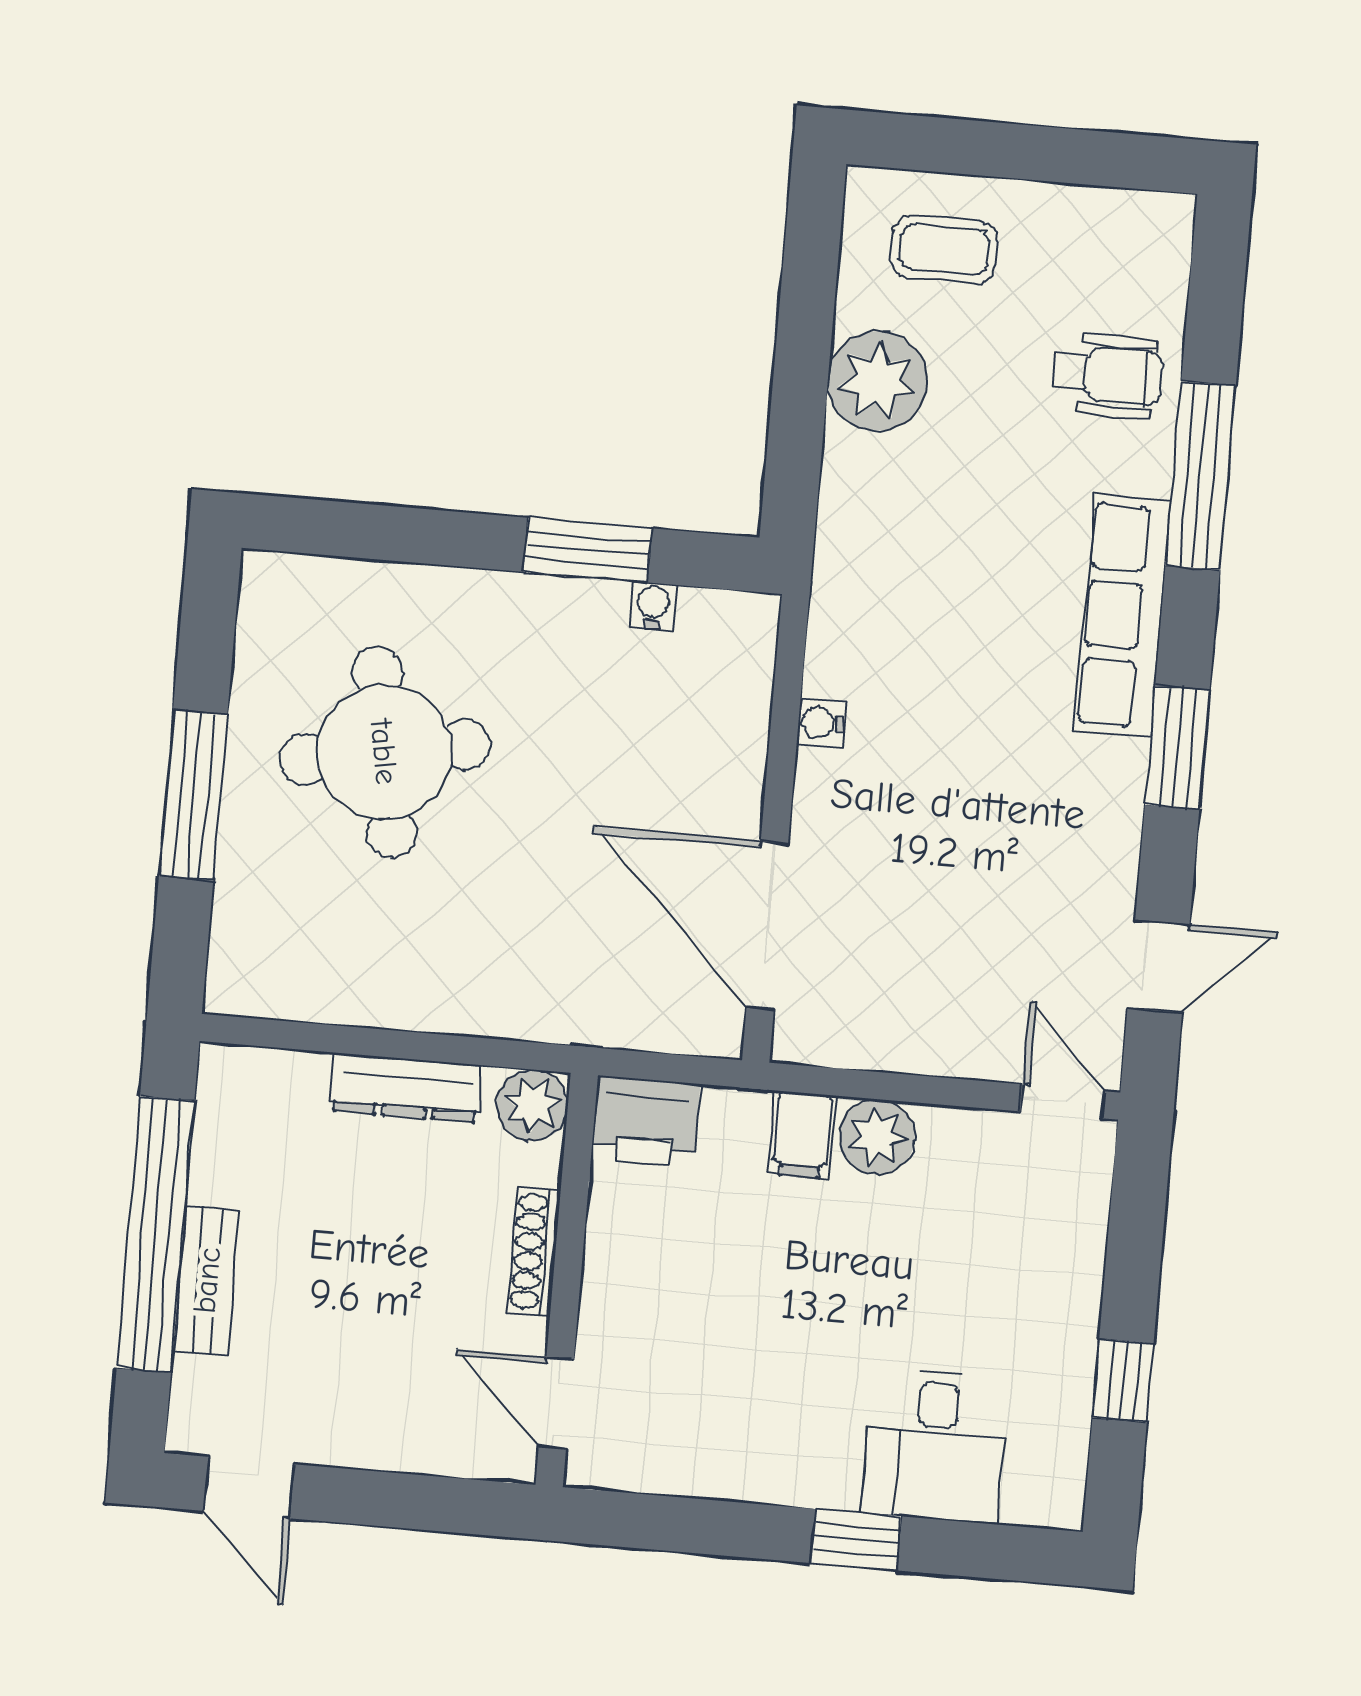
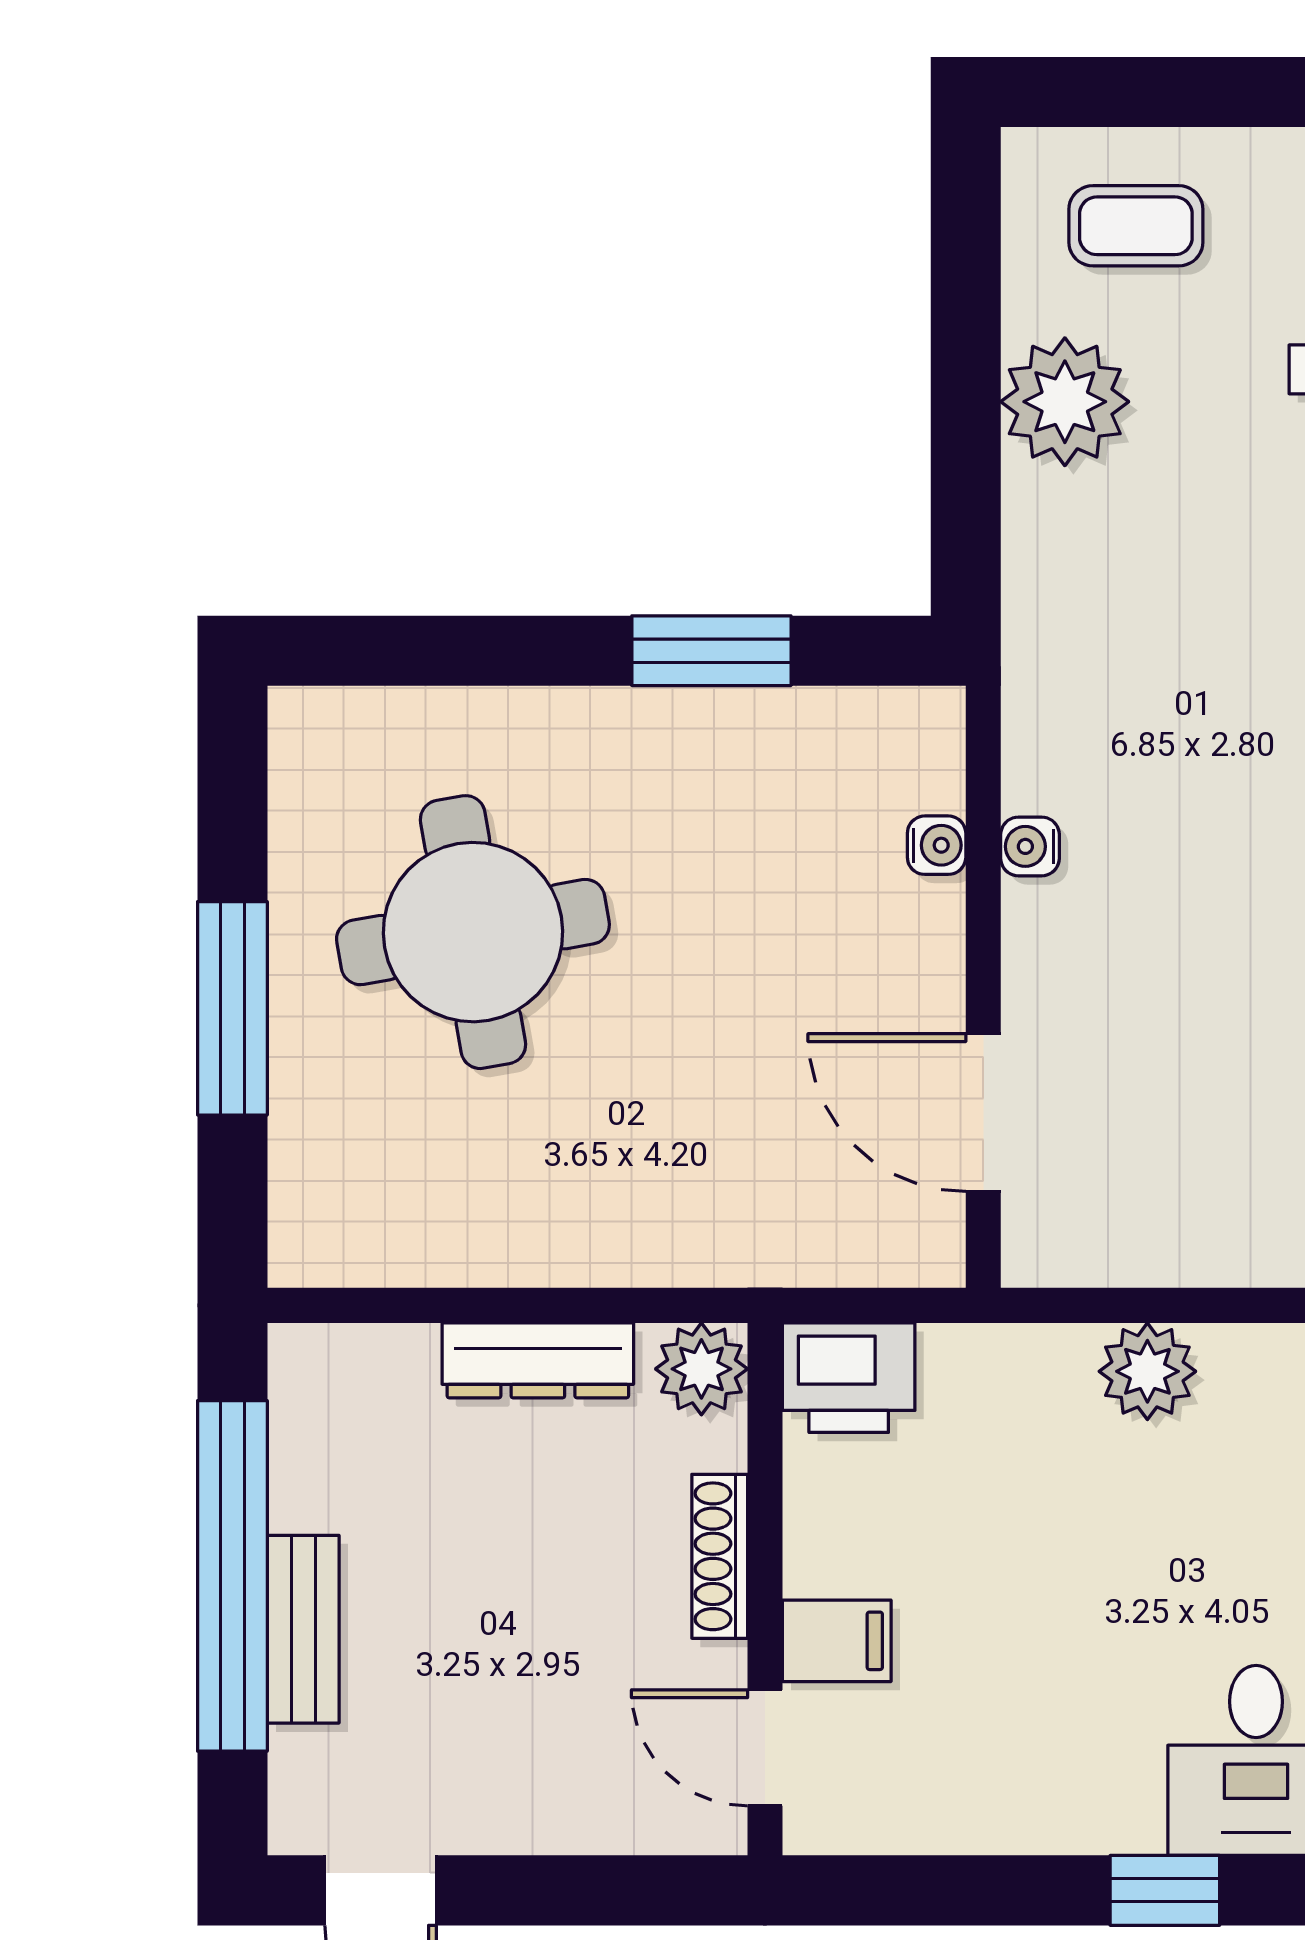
water cooler: (653, 606) -> (937, 845), moved, turned 90
door: (767, 926) -> (983, 1113), width x0.73
filing cabinet: (802, 1135) -> (837, 1641), moved, turned -90

